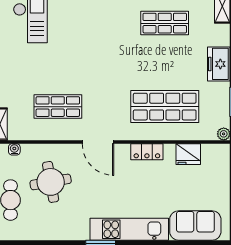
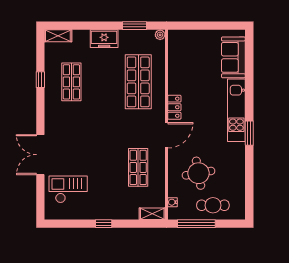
locker: (147, 152) -> (174, 107), moved
fridge: (188, 154) -> (176, 63), removed

